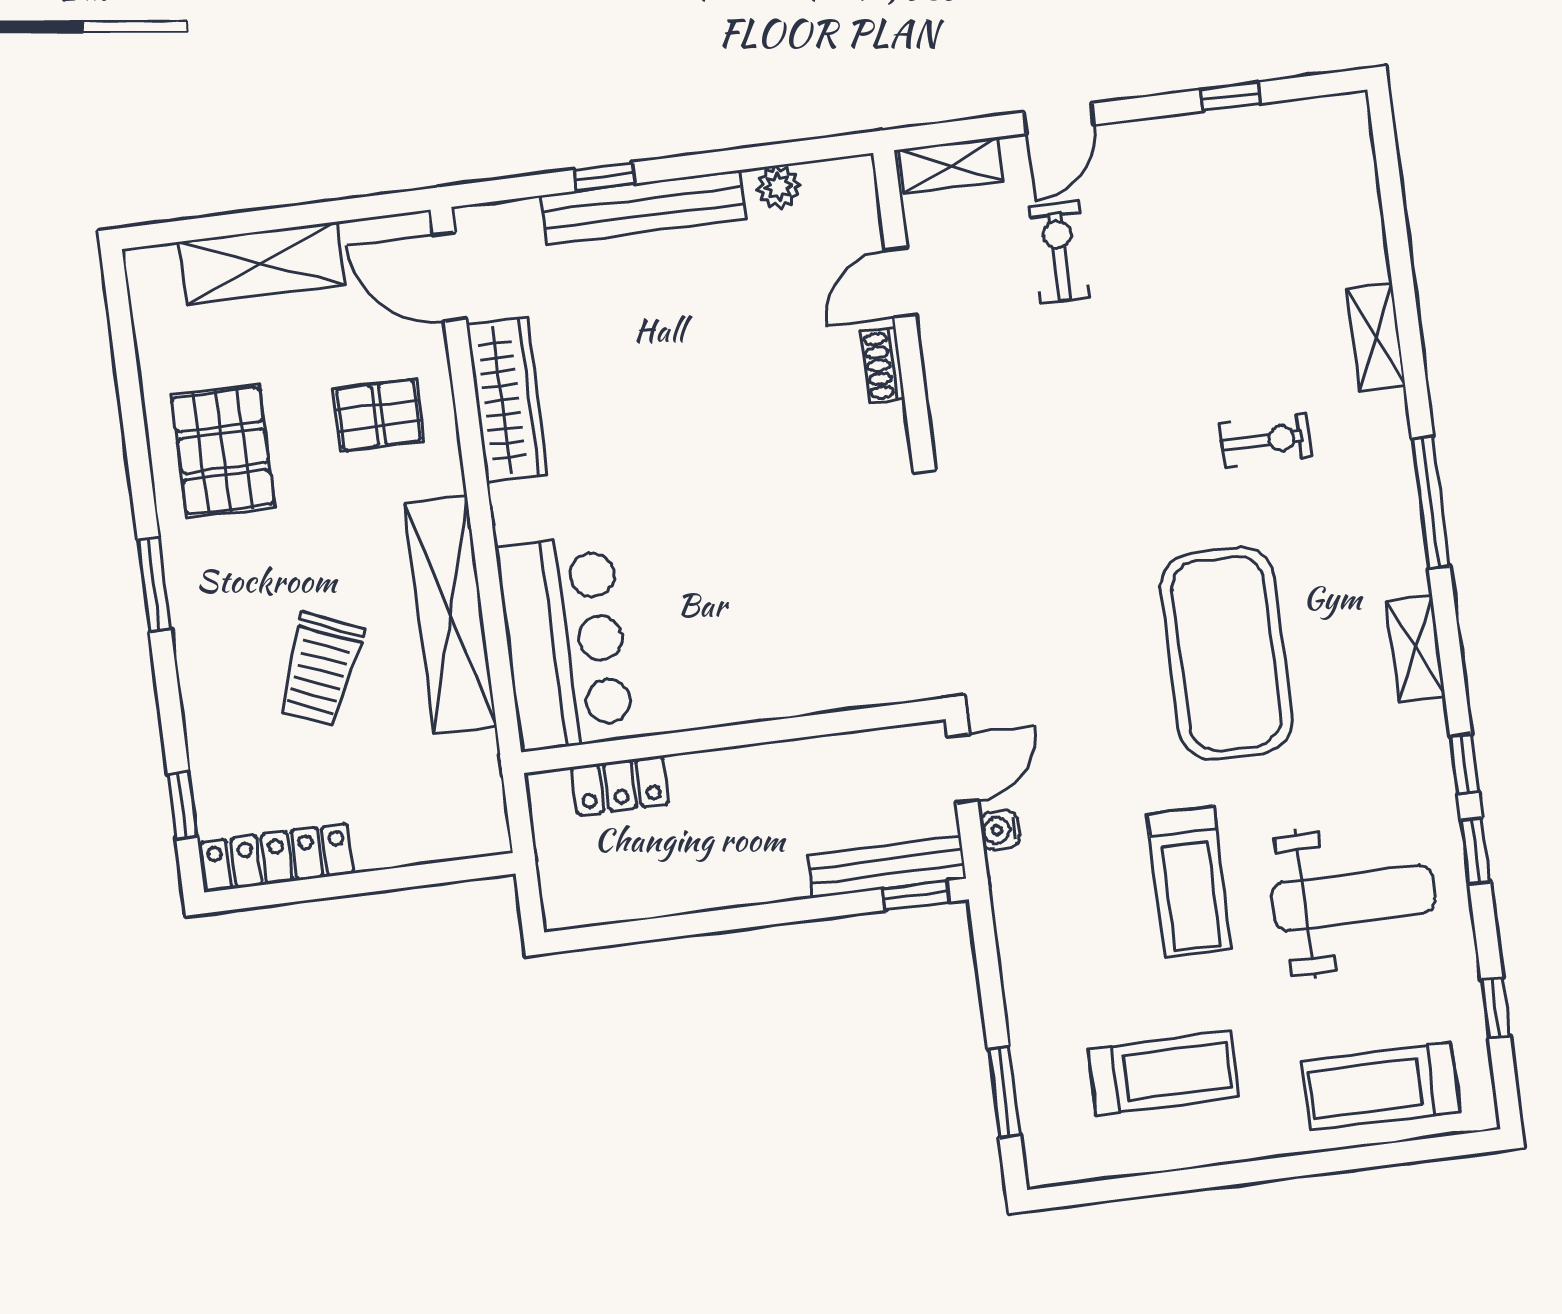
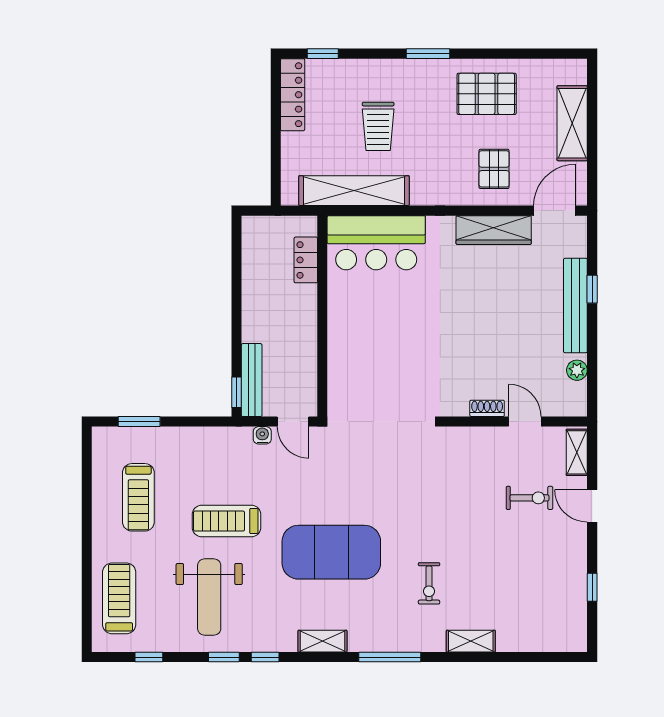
shelving: (450, 615) -> (354, 191), moved
trolley: (320, 670) -> (378, 126), turned -112

